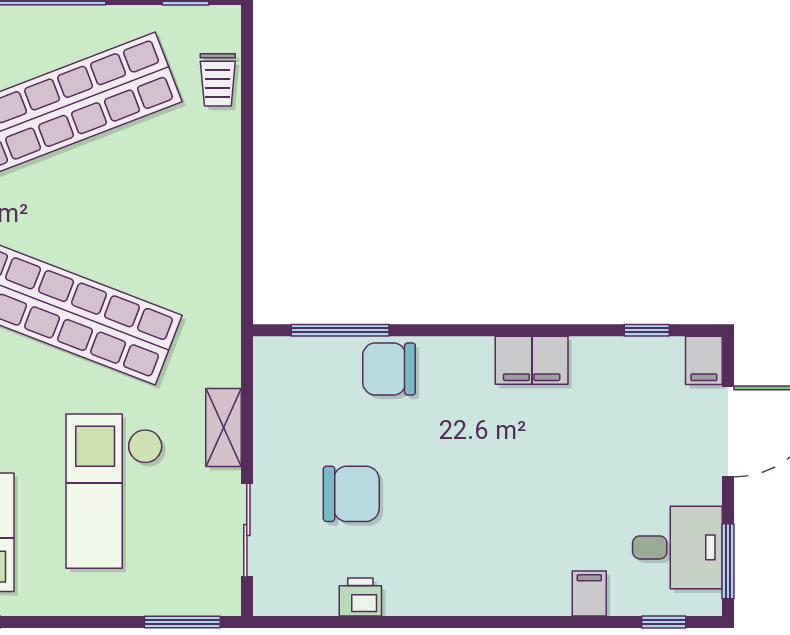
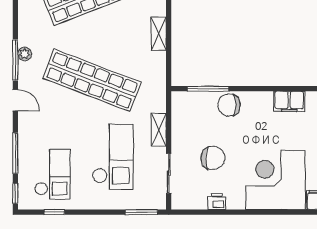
shelving: (223, 200) -> (159, 34), added
checkout: (114, 491) -> (113, 157), turned 180
corner desk: (499, 546) -> (275, 180), added

